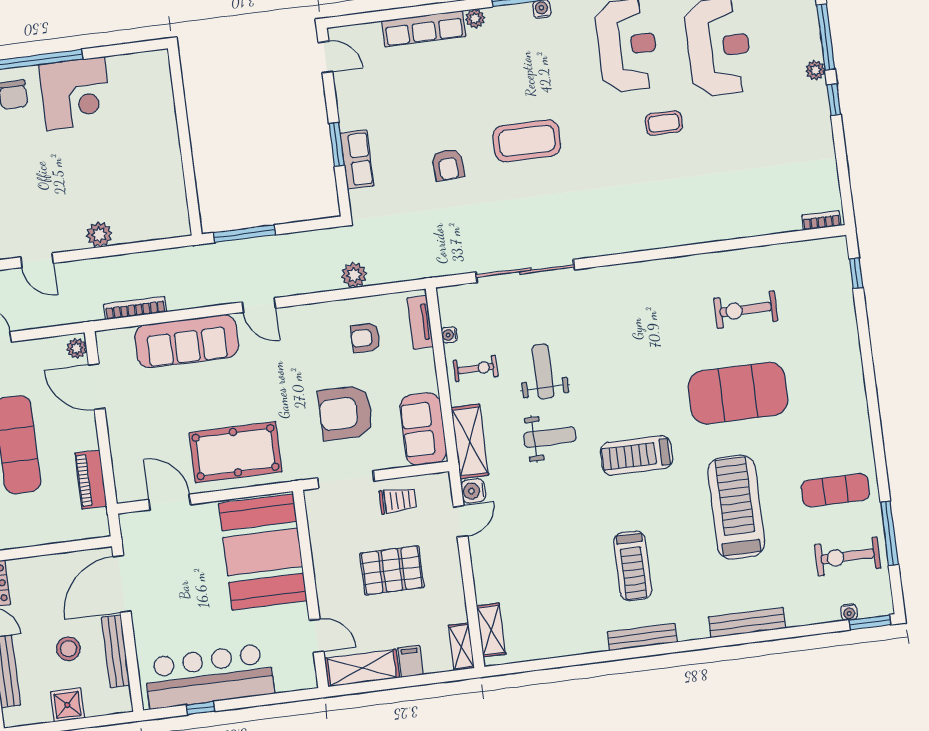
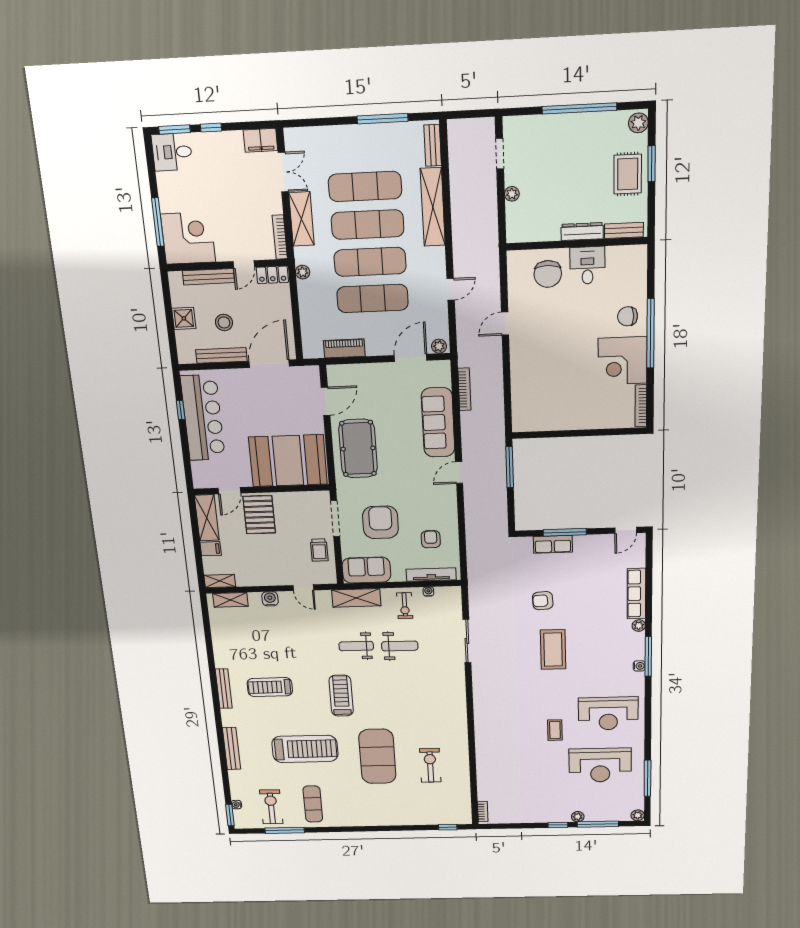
bookcase: (137, 60) -> (641, 406), added
window: (337, 144) -> (565, 532), width x1.44
plant: (99, 234) -> (519, 369), removed
sliding door: (525, 271) -> (467, 641), width x0.73
plant: (354, 275) -> (474, 536), removed
tv unit: (420, 322) -> (431, 575), width x1.41
weight bench: (550, 437) -> (356, 646), turned 90
water cooler: (473, 491) -> (270, 599), moved
pallet: (392, 570) -> (259, 515), moved
door: (122, 584) -> (269, 364), hinge flipped

